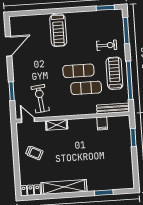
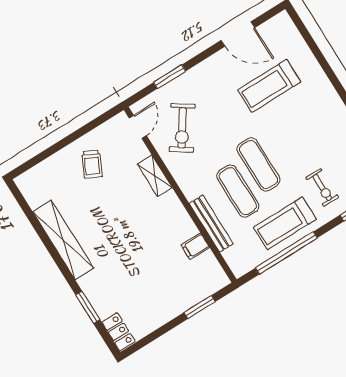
treadmill: (58, 30) -> (269, 86), moved
treadmill: (114, 73) -> (285, 223), turned 180
exercise bike: (40, 99) -> (182, 128), turned 131
bench: (113, 108) -> (211, 224), moved
locker: (31, 190) -> (118, 332), moved

